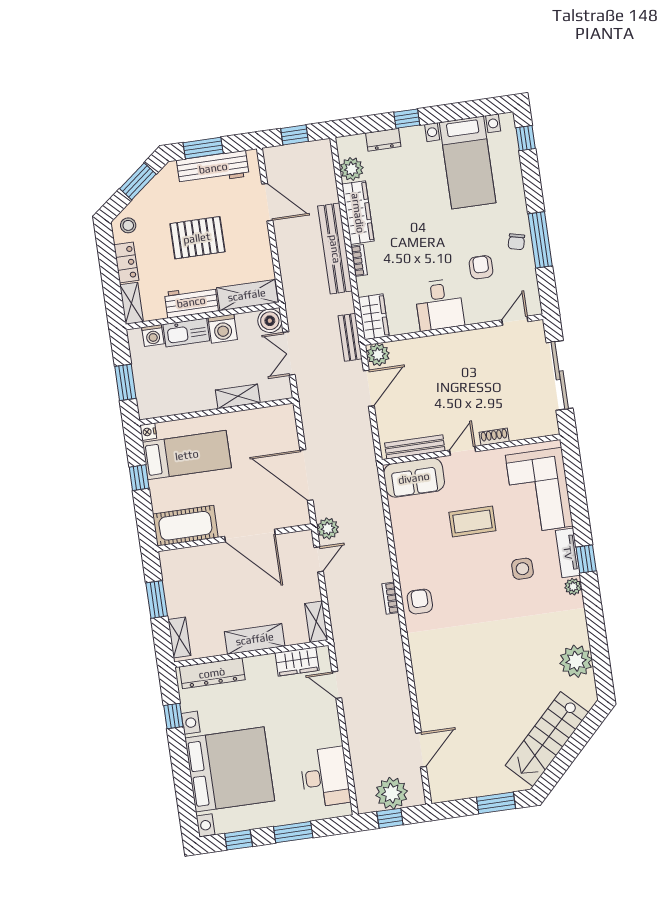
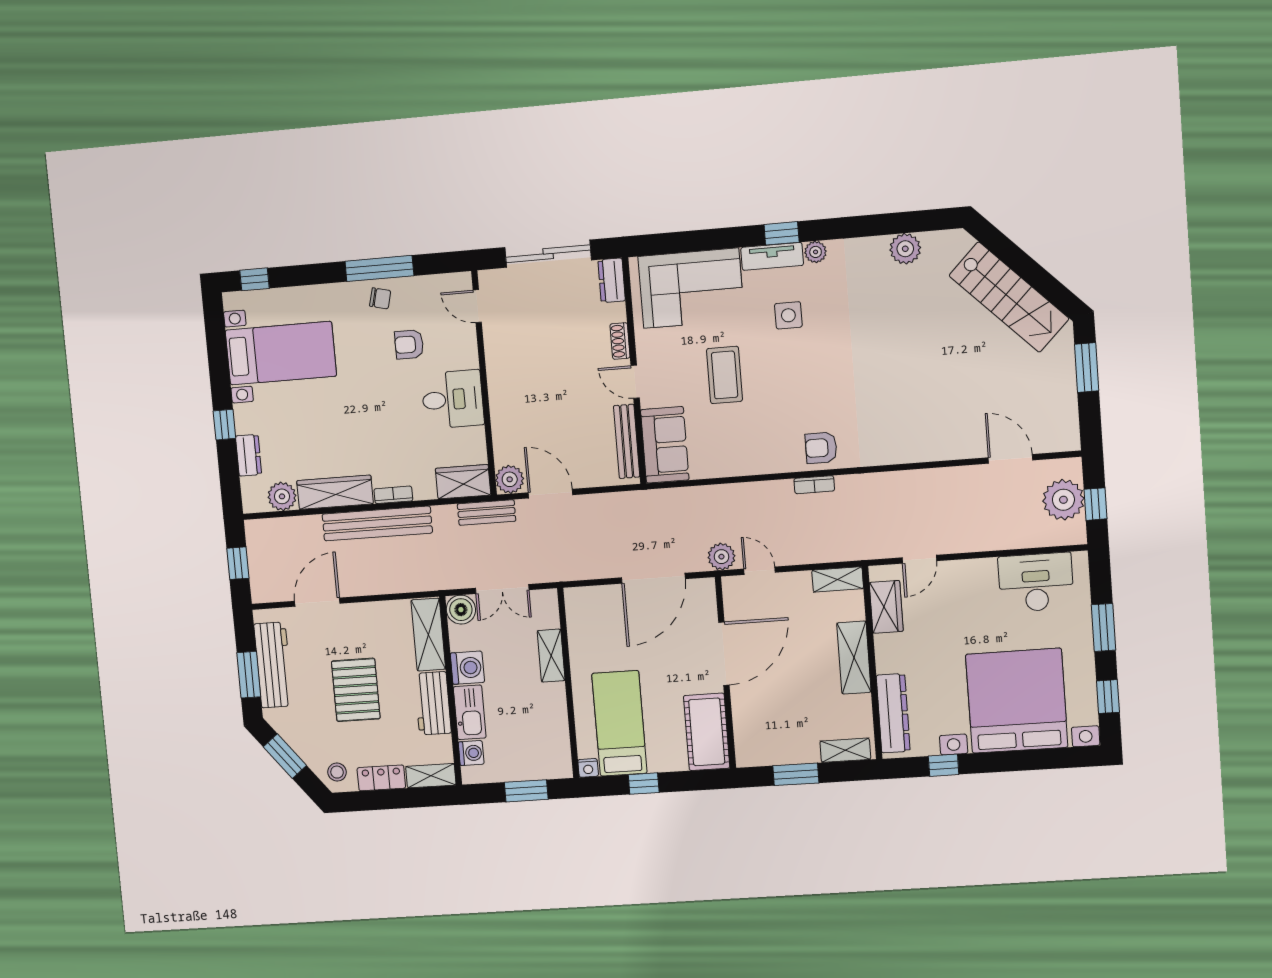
dresser: (542, 427) -> (612, 280), added
plant: (576, 661) -> (905, 249), width x0.73, depth x0.73

